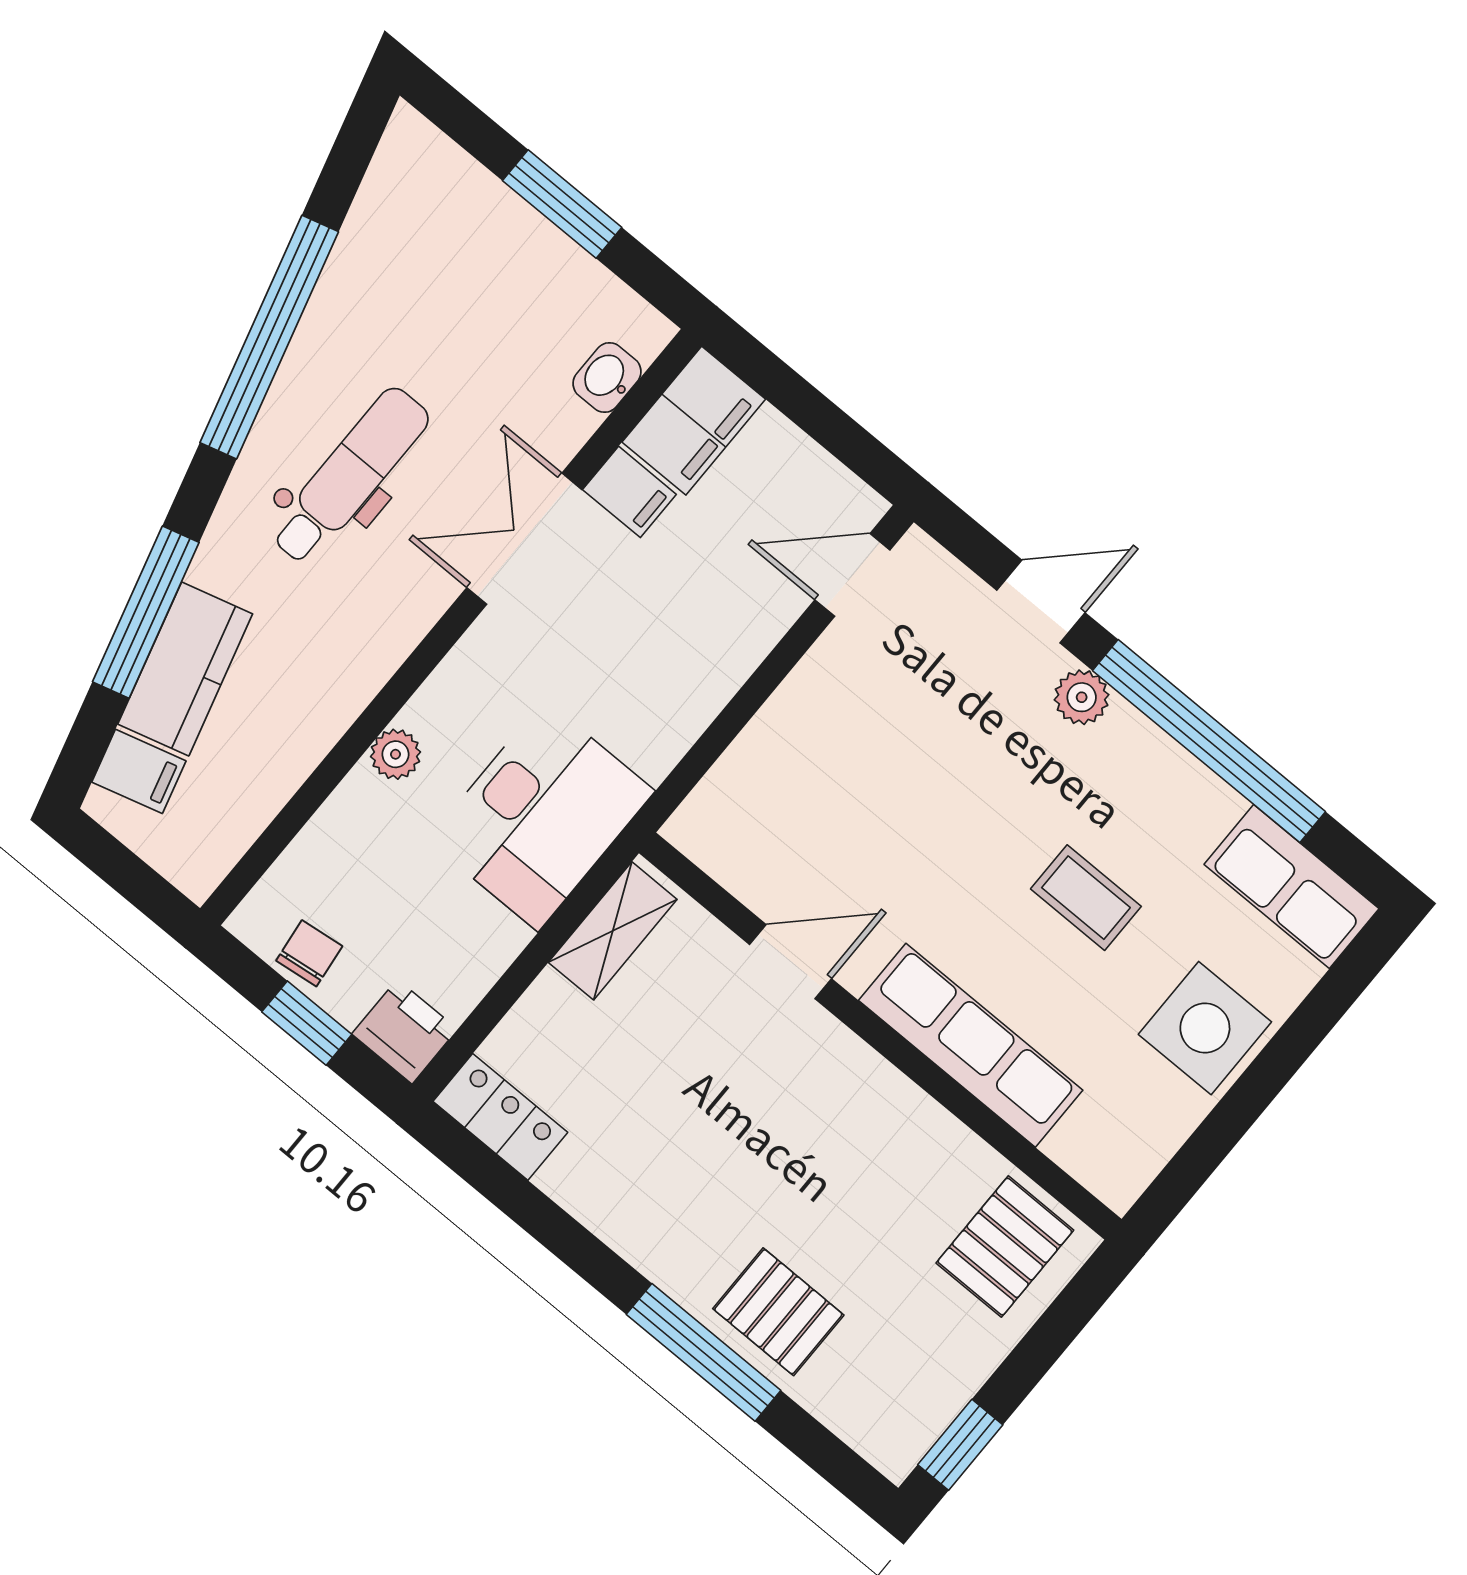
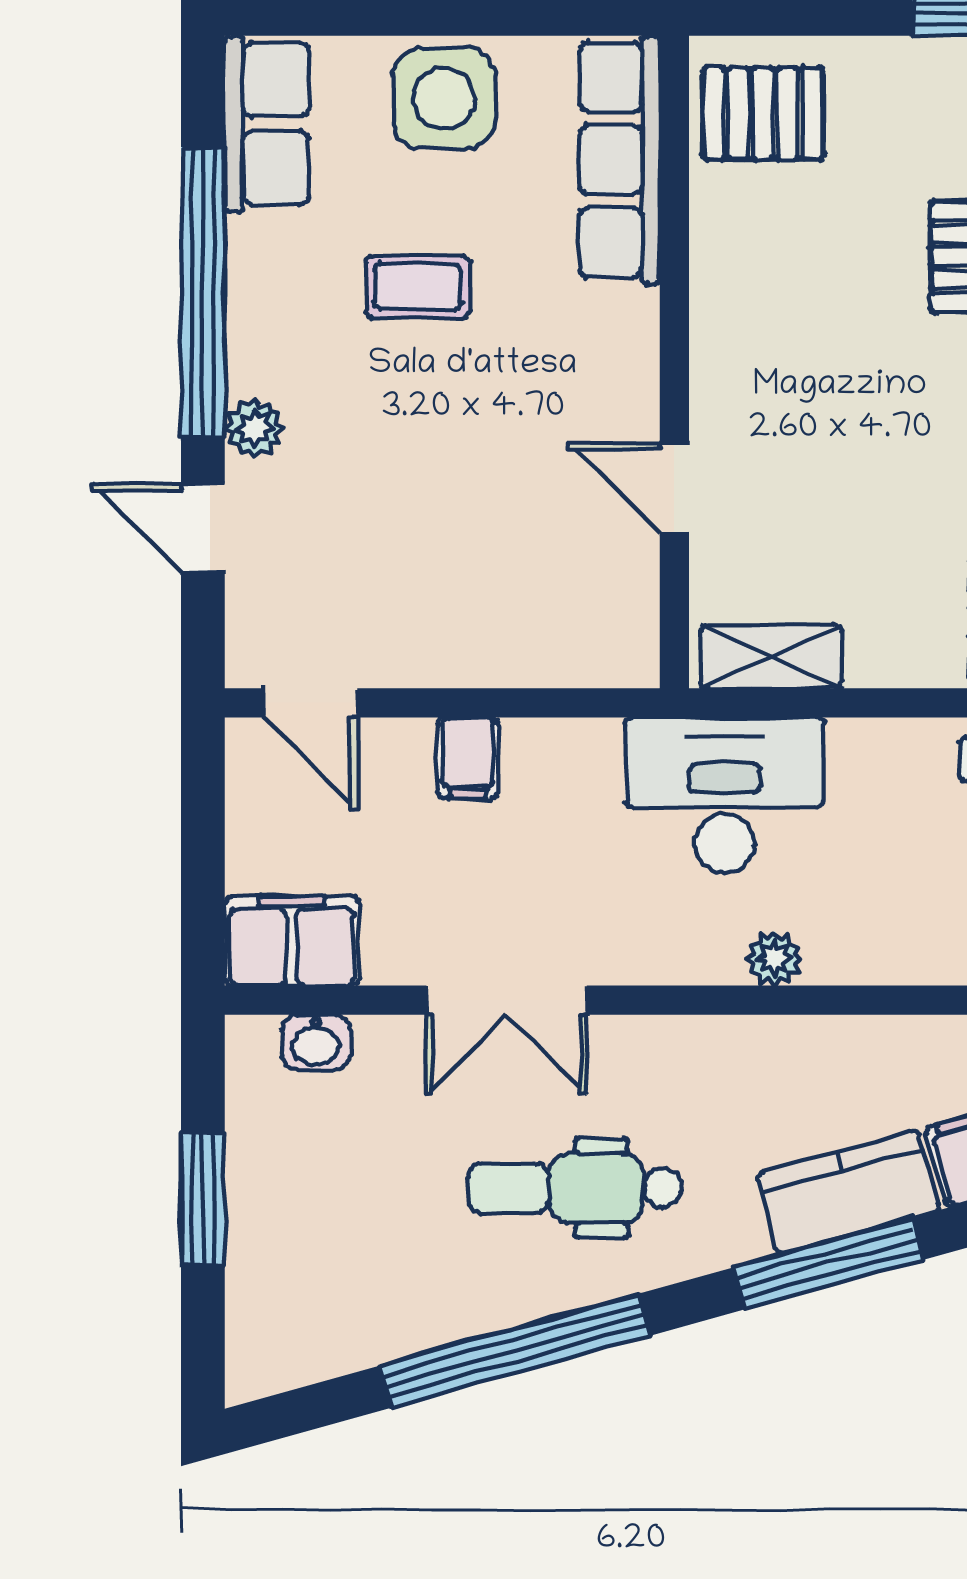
filing cabinet: (629, 492) -> (467, 758), moved, turned 180
coffee table: (1086, 898) -> (418, 287), turned 90
row of seats: (971, 1045) -> (620, 160), moved

